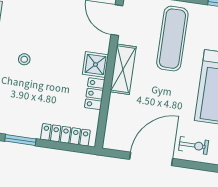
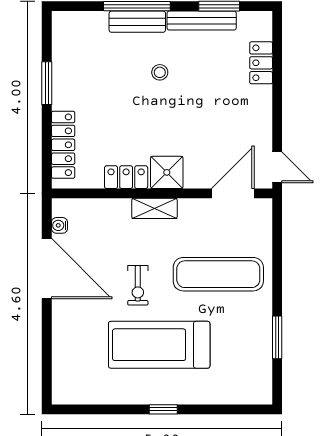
shelving: (123, 69) -> (154, 208), width x0.67, depth x0.75
exercise bike: (194, 145) -> (138, 285), moved
water cooler: (122, 146) -> (59, 225), added

